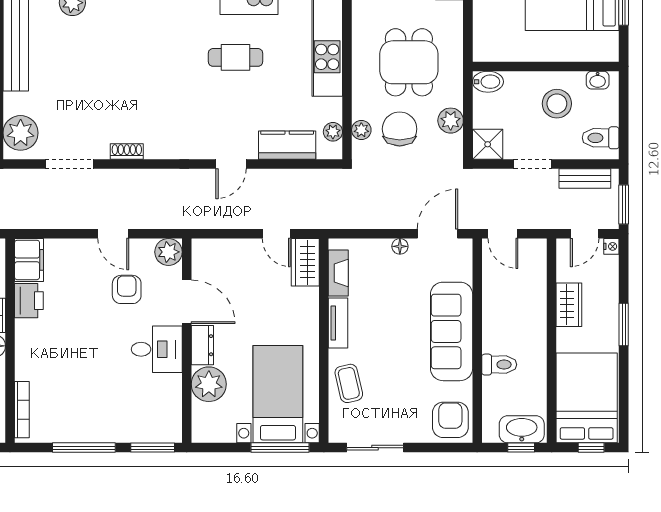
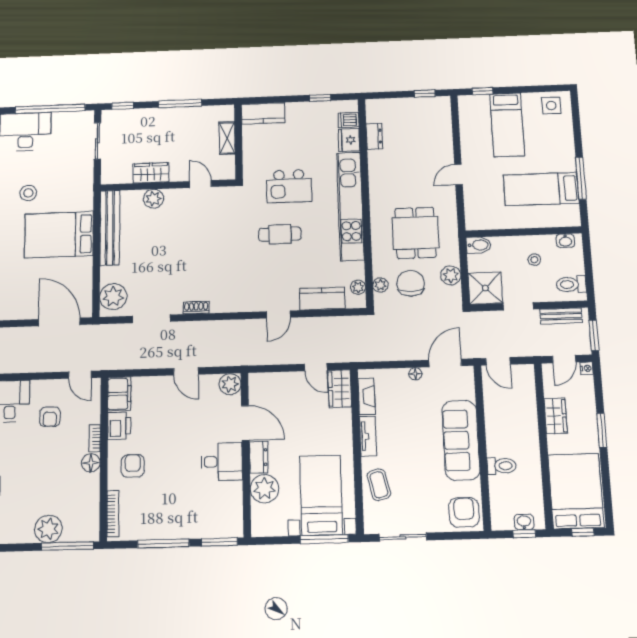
stool: (557, 104) -> (534, 260), width x0.53, depth x0.53
shower: (488, 144) -> (485, 288), width x1.36, depth x1.36
armchair: (127, 289) -> (133, 466), moved
washbasin: (522, 429) -> (524, 522), width x0.52, depth x0.69

